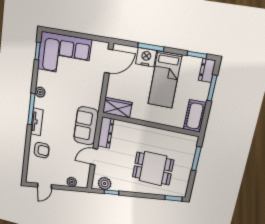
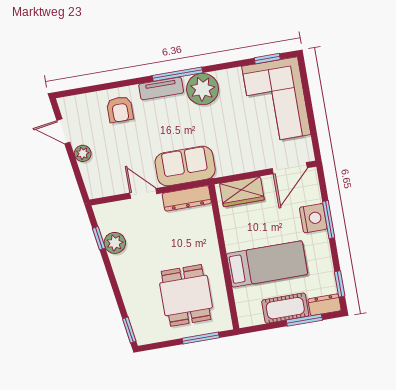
door: (109, 61) -> (290, 168), hinge flipped
bed: (165, 80) -> (267, 264), moved, turned 180
plant: (40, 92) -> (203, 89), width x1.87, depth x1.87
wardrobe: (117, 107) -> (242, 192), moved, turned 90
cot: (195, 116) -> (285, 308), moved
dining table: (153, 169) -> (186, 295), moved
plant: (72, 182) -> (83, 153), moved
plant: (105, 183) -> (115, 243), moved

